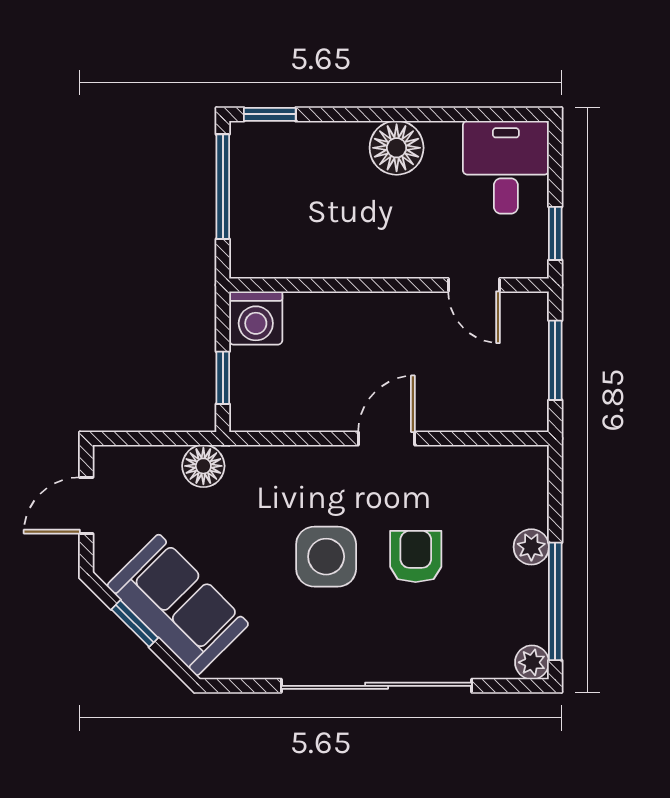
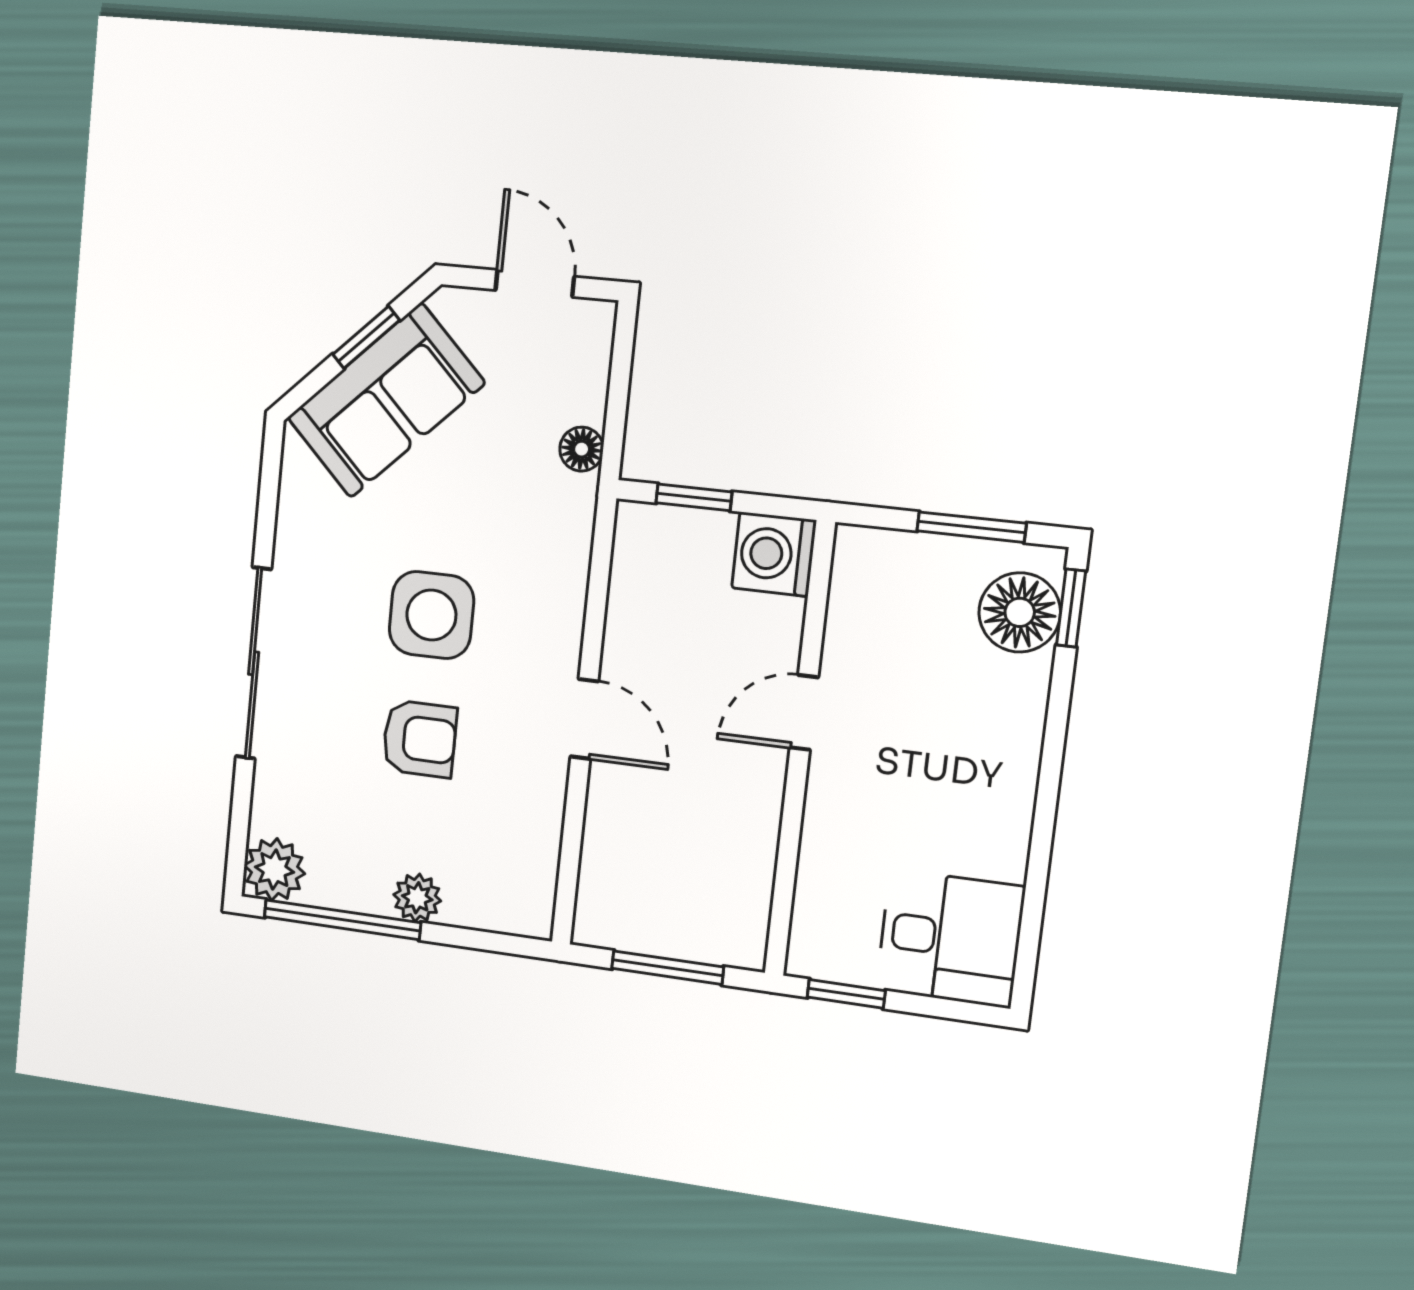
floor lamp: (397, 148) -> (1020, 612), moved
window: (223, 187) -> (971, 527), width x0.69
door: (474, 285) -> (804, 712), moved
floor lamp: (203, 466) -> (582, 449), width x0.73, depth x0.73
plant: (532, 662) -> (274, 870), width x1.38, depth x1.38
sliding door: (377, 686) -> (254, 663), width x0.73

